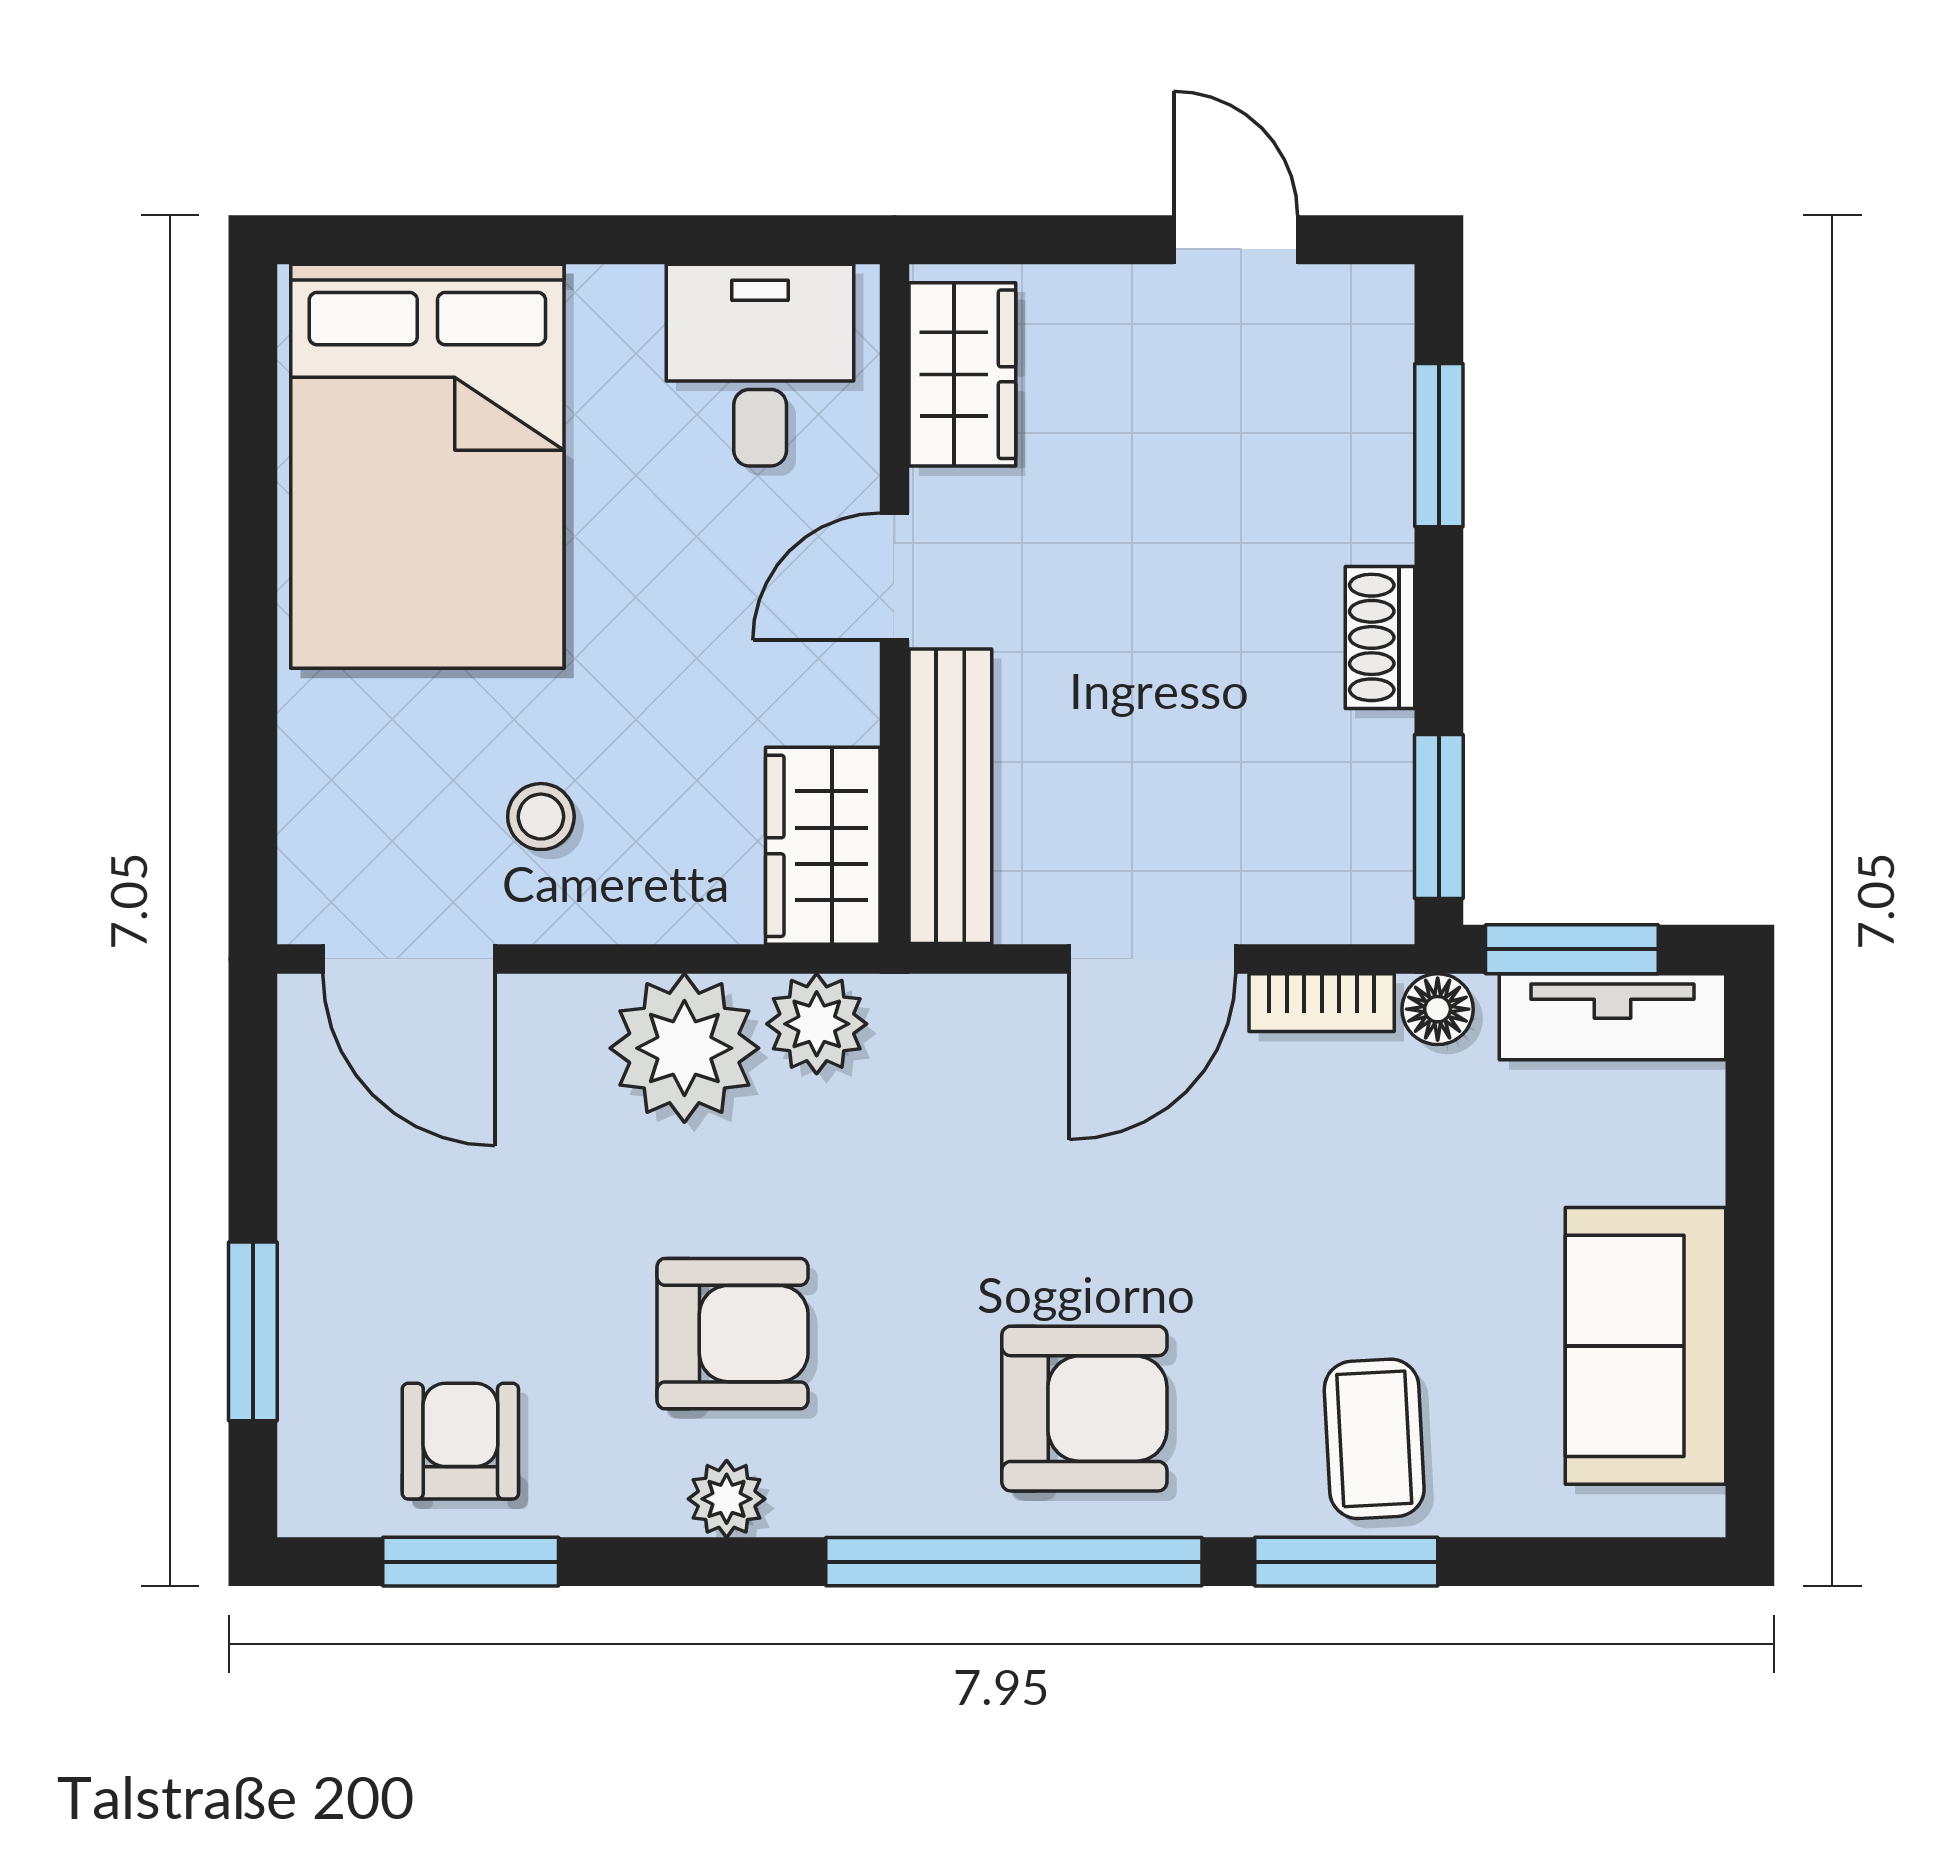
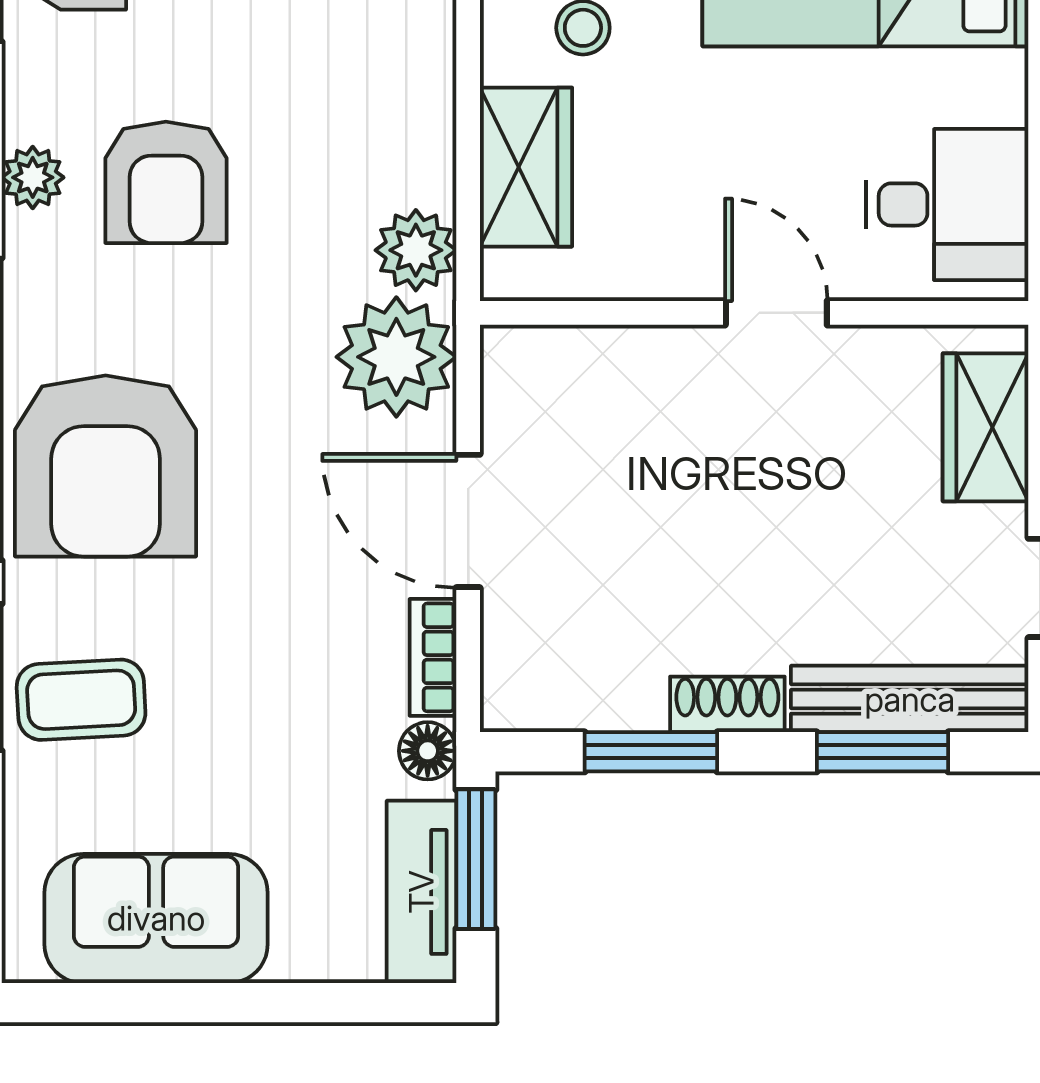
wardrobe: (962, 374) -> (986, 427), moved, turned 90
bench: (950, 796) -> (910, 699), moved
window: (1439, 817) -> (651, 752), moved
wardrobe: (823, 846) -> (526, 167), moved, turned 90
plant: (684, 1048) -> (396, 357), moved
armchair: (1084, 1409) -> (106, 466), width x1.36, depth x1.36

